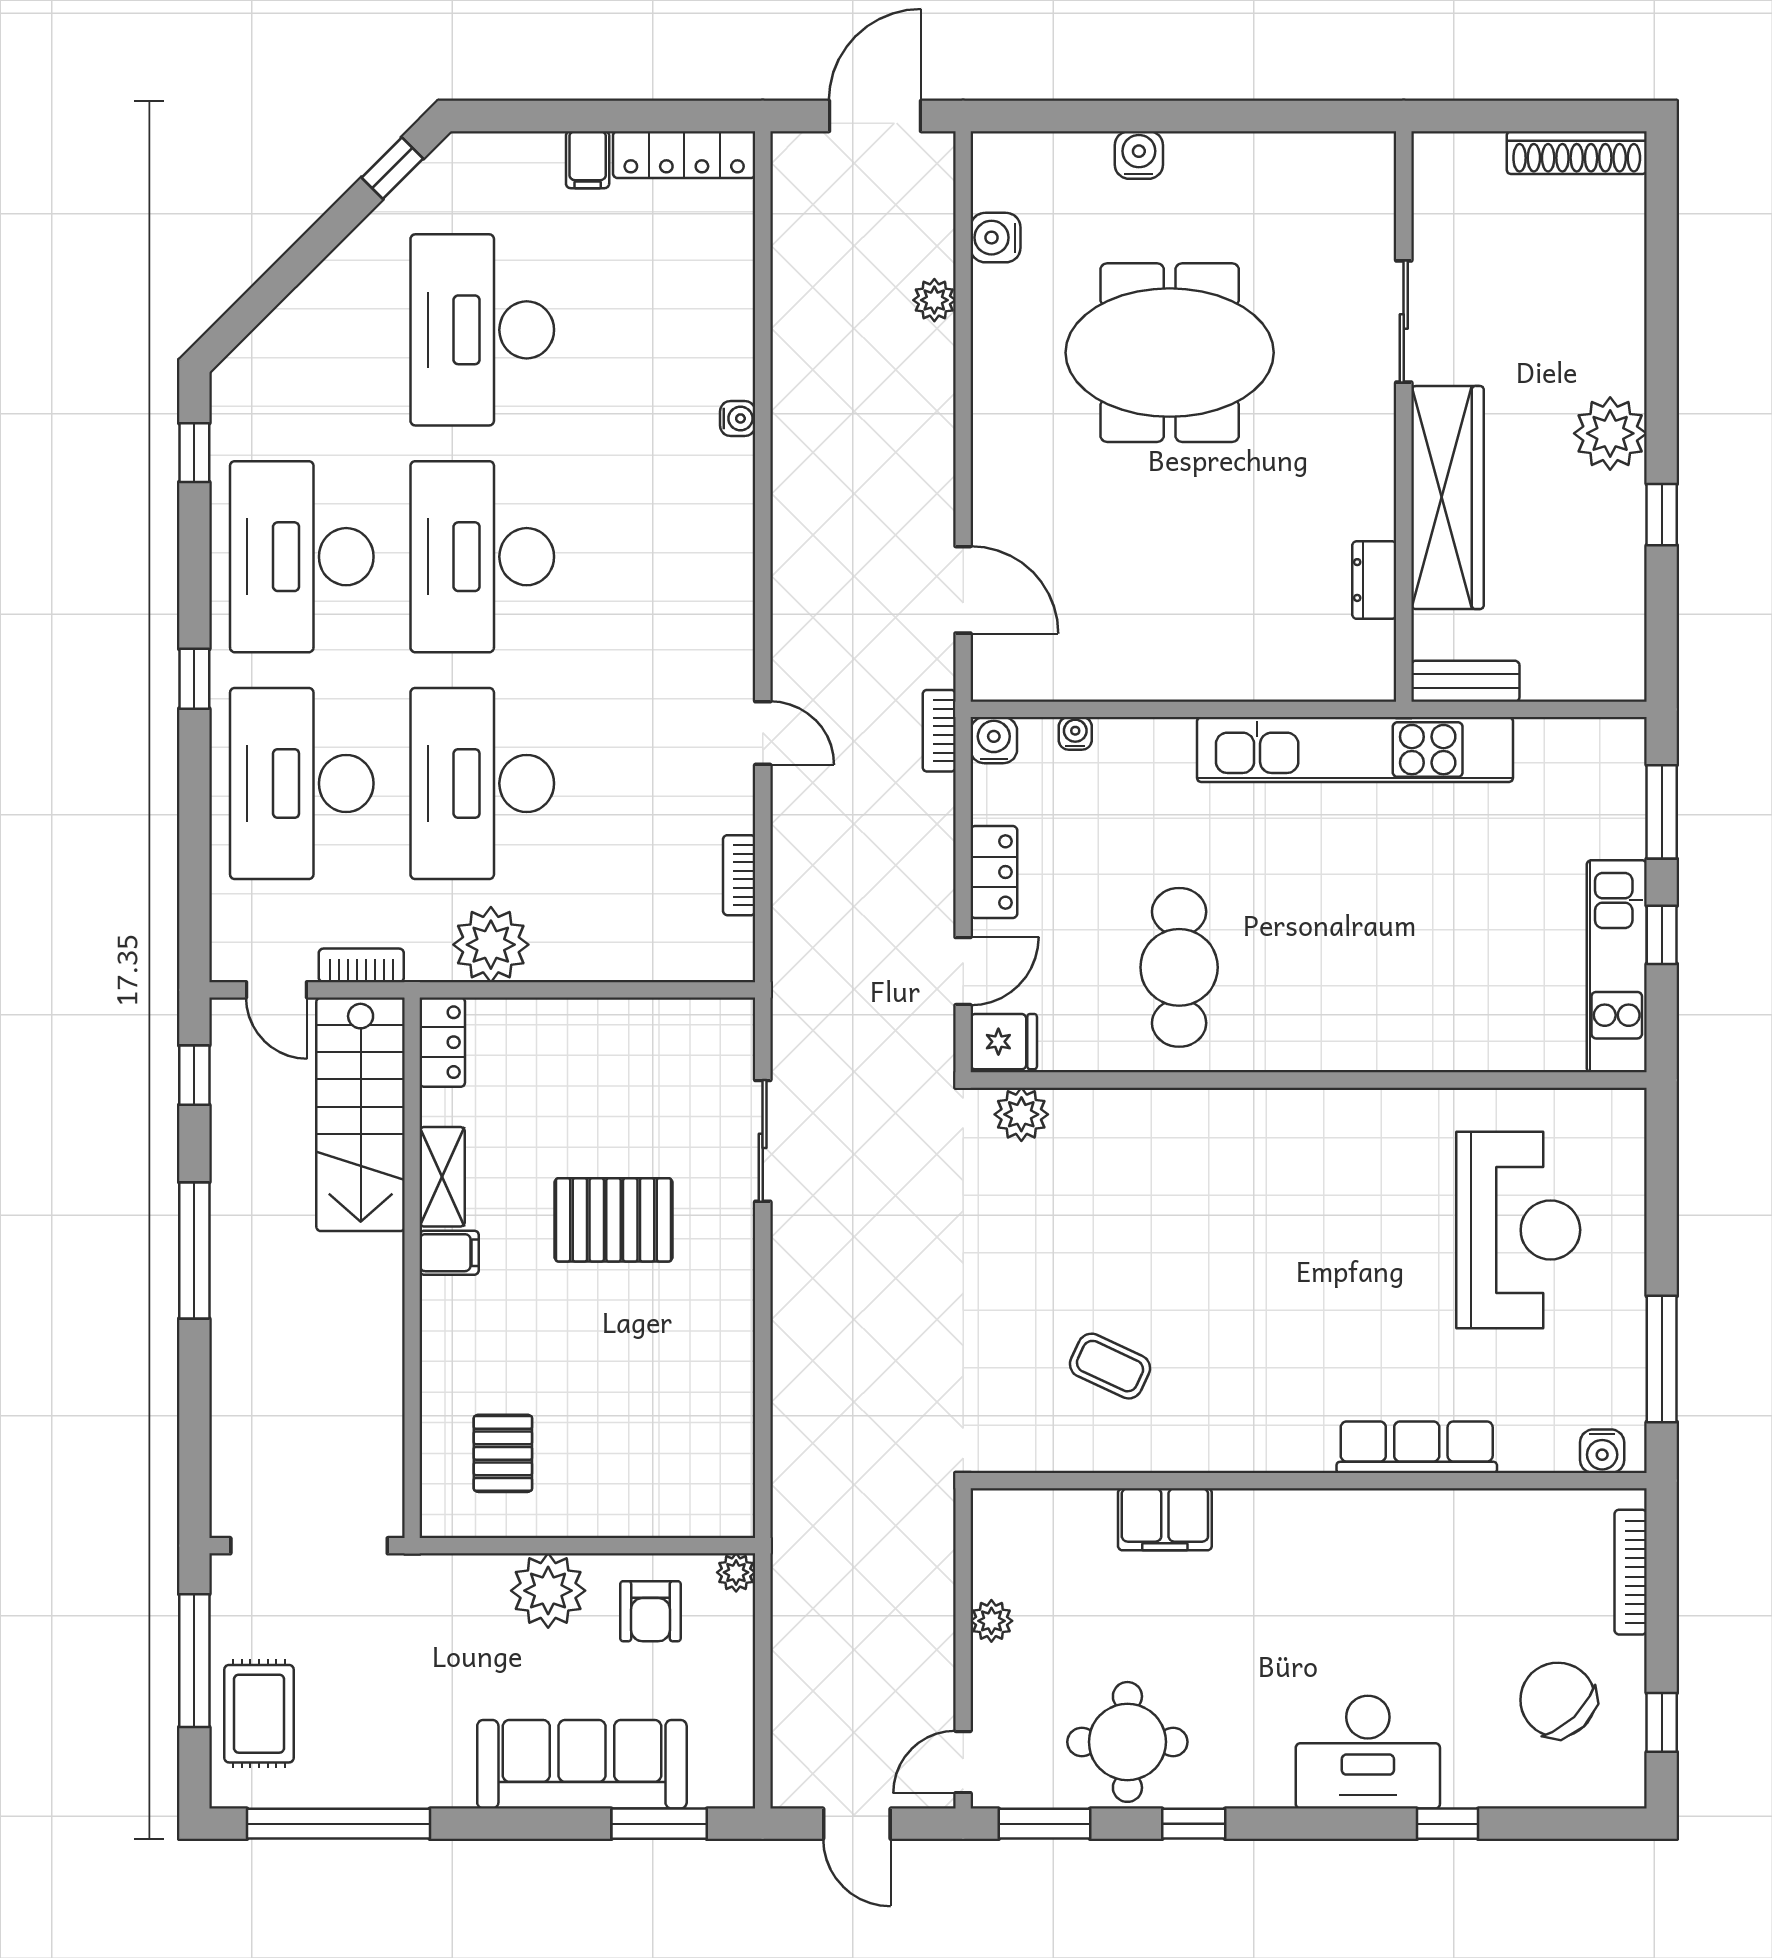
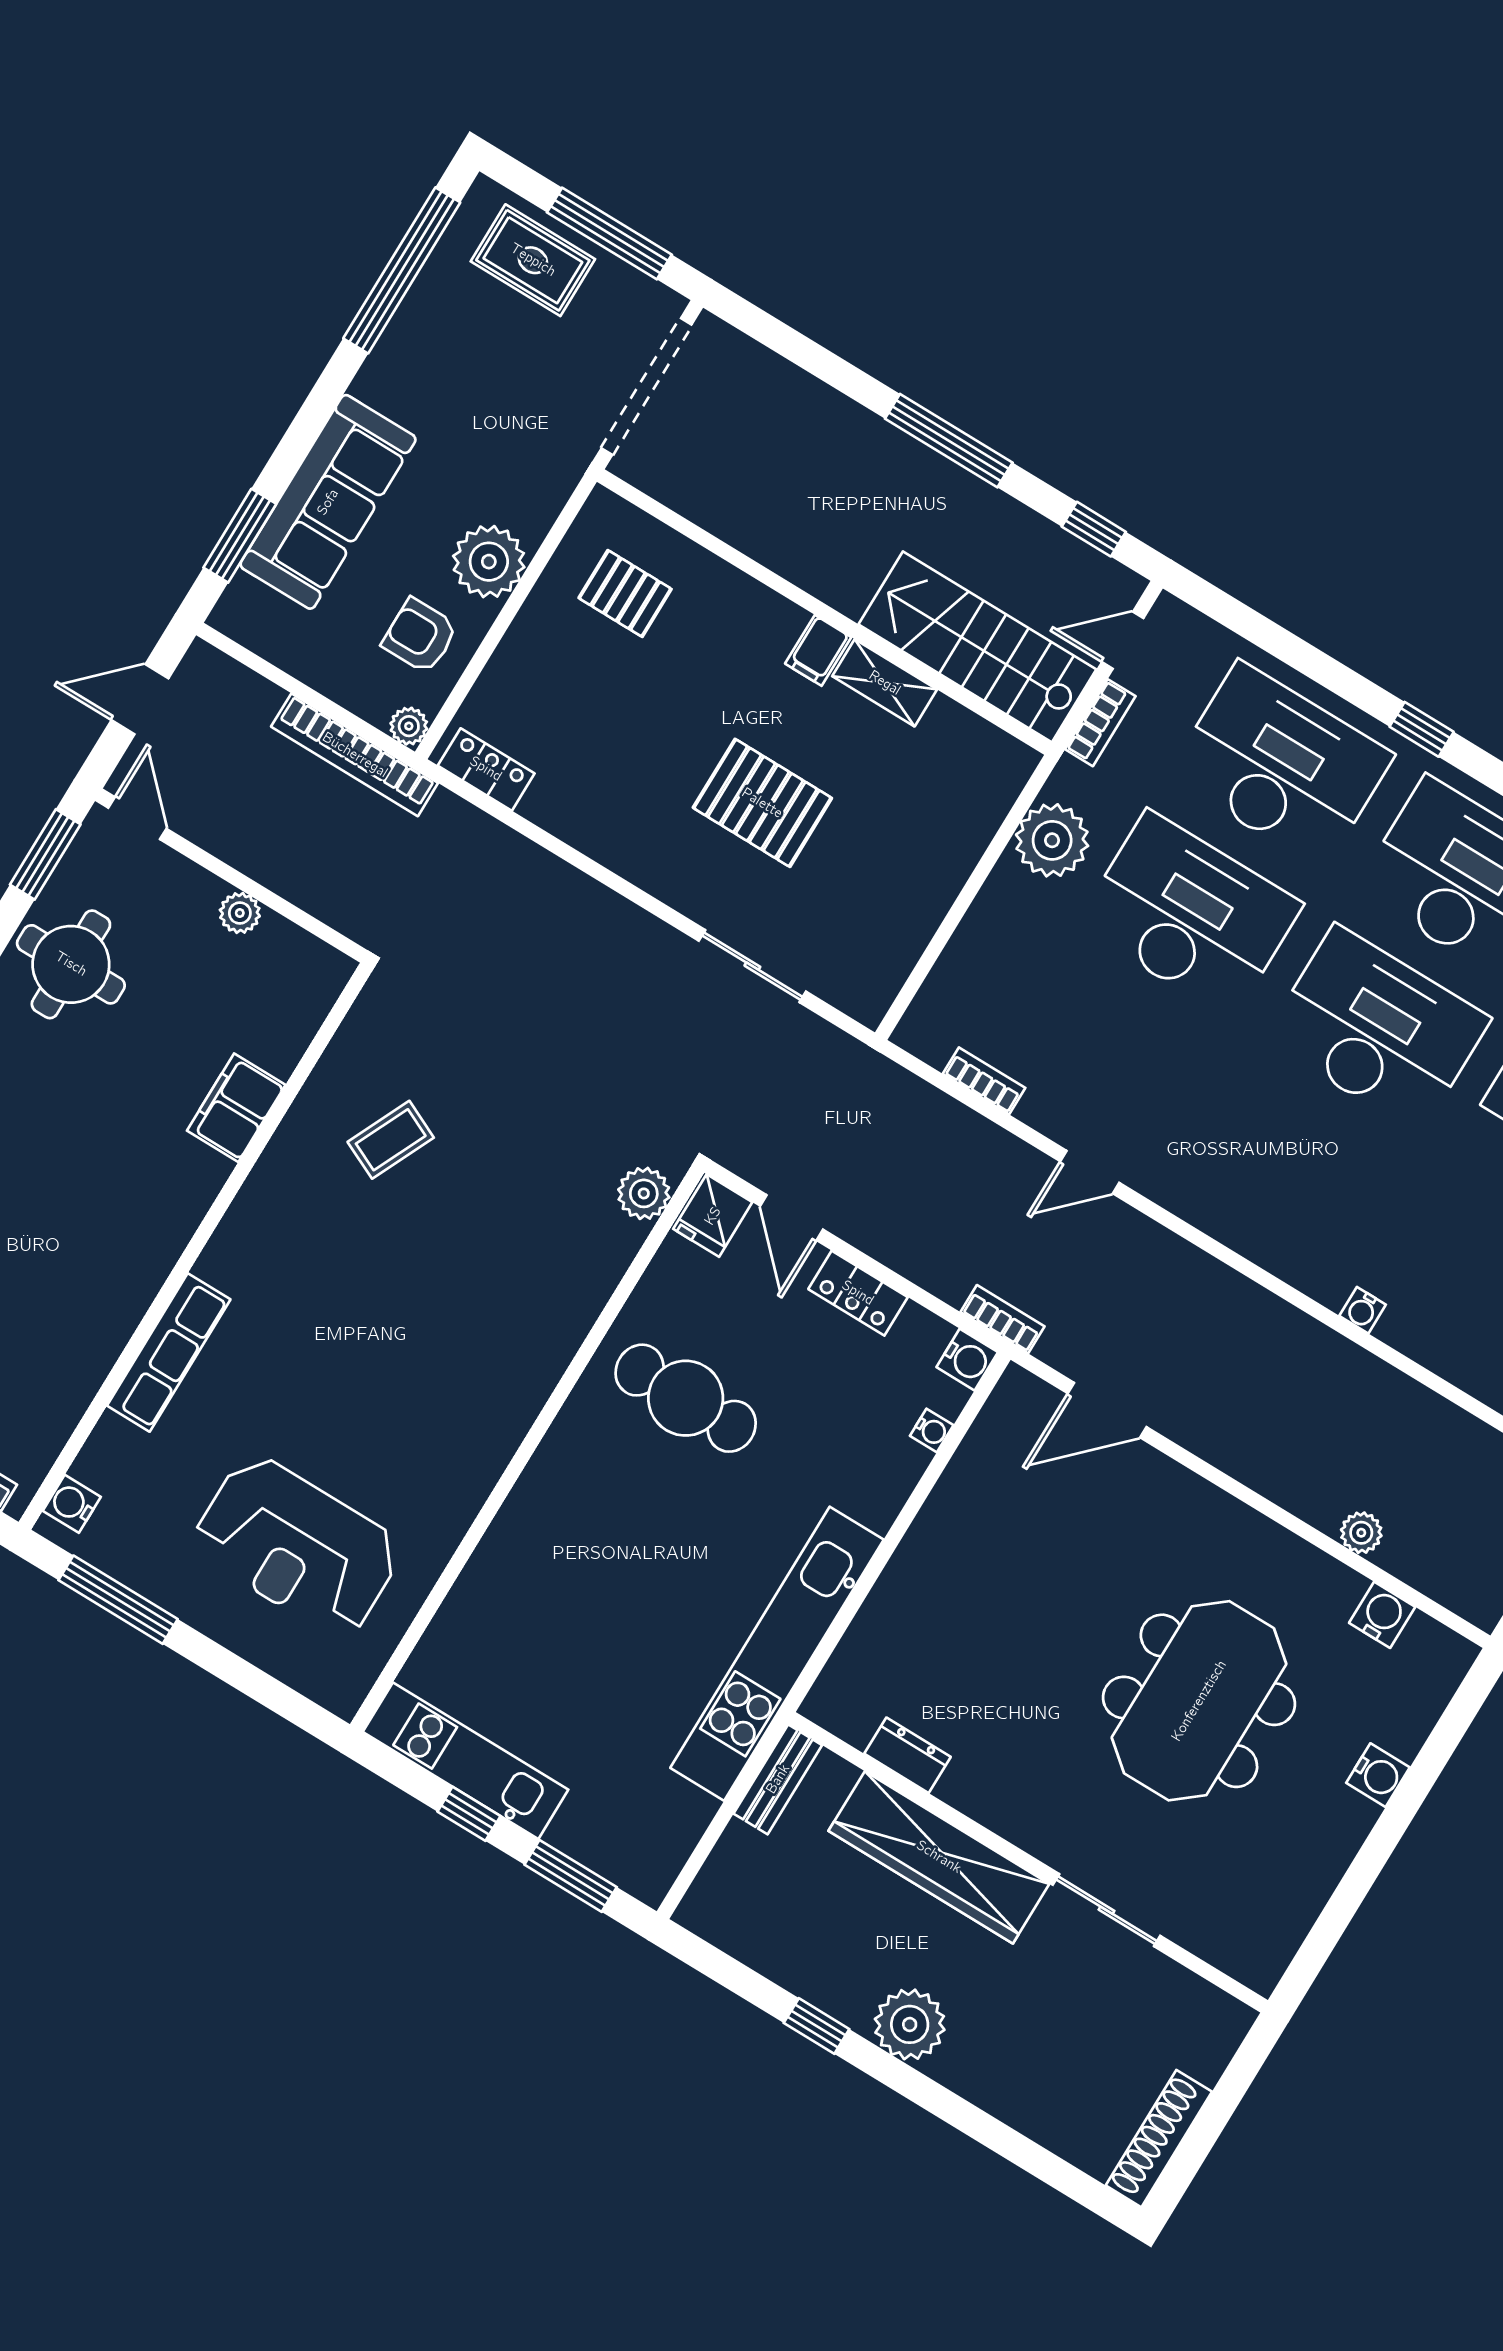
locker: (442, 1042) -> (486, 769), moved, turned 180
pallet: (614, 1220) -> (762, 803), turned 90
bookcase: (790, 1605) -> (355, 755), added

